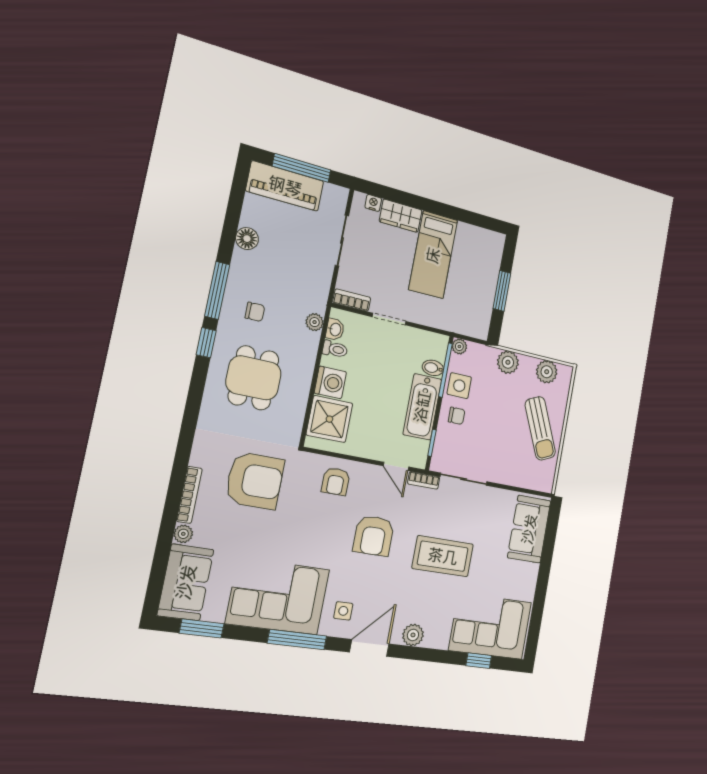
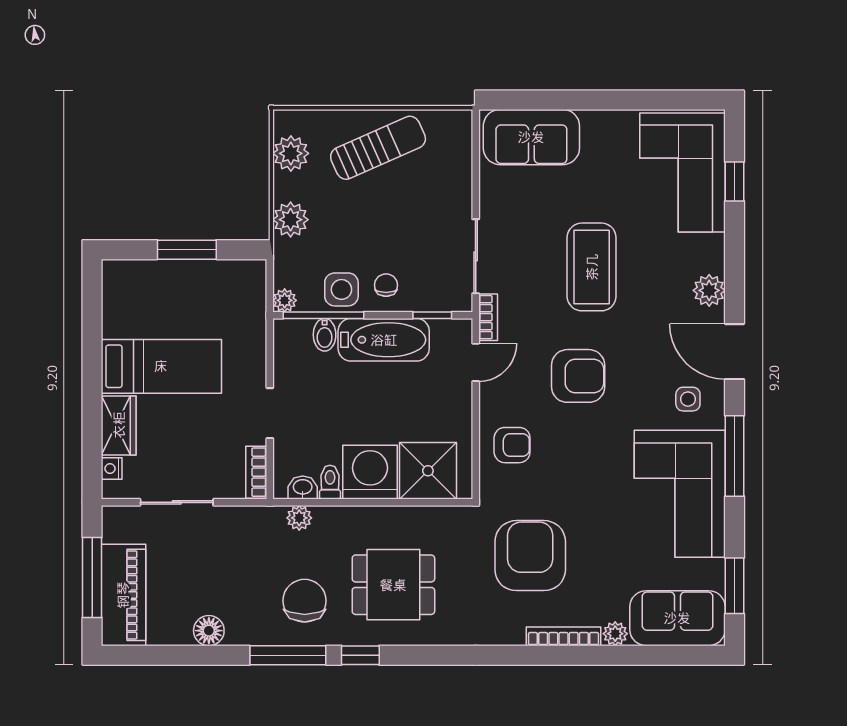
chair: (255, 312) -> (305, 601), width x1.87, depth x1.87
washing machine: (330, 382) -> (370, 472), width x1.37, depth x1.37

